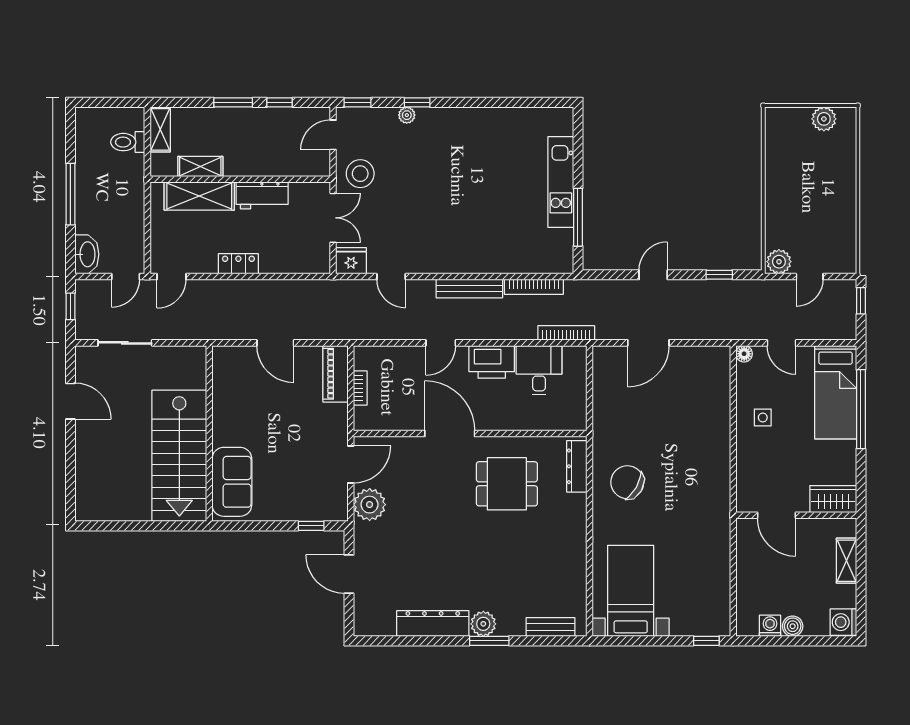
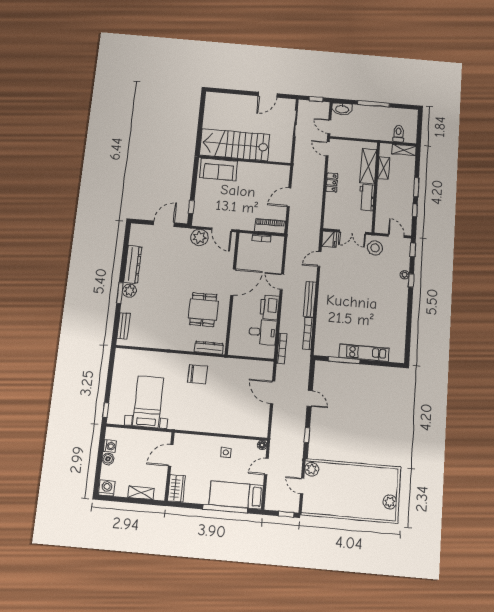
chair: (627, 482) -> (197, 374), turned 61
bed with nightstands: (631, 591) -> (148, 402), moved, turned -90

